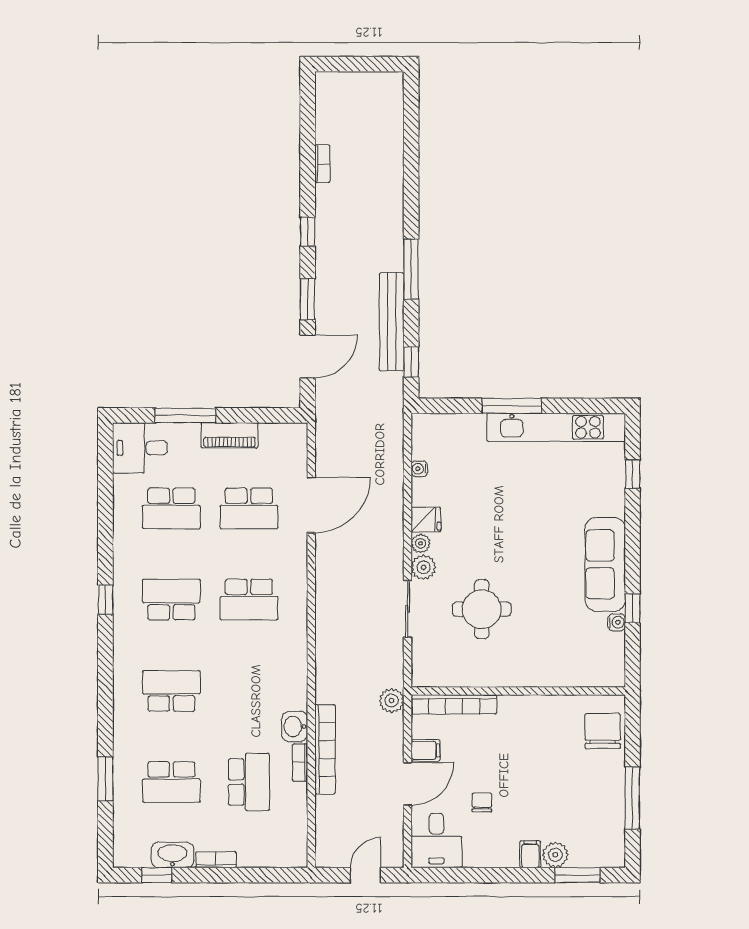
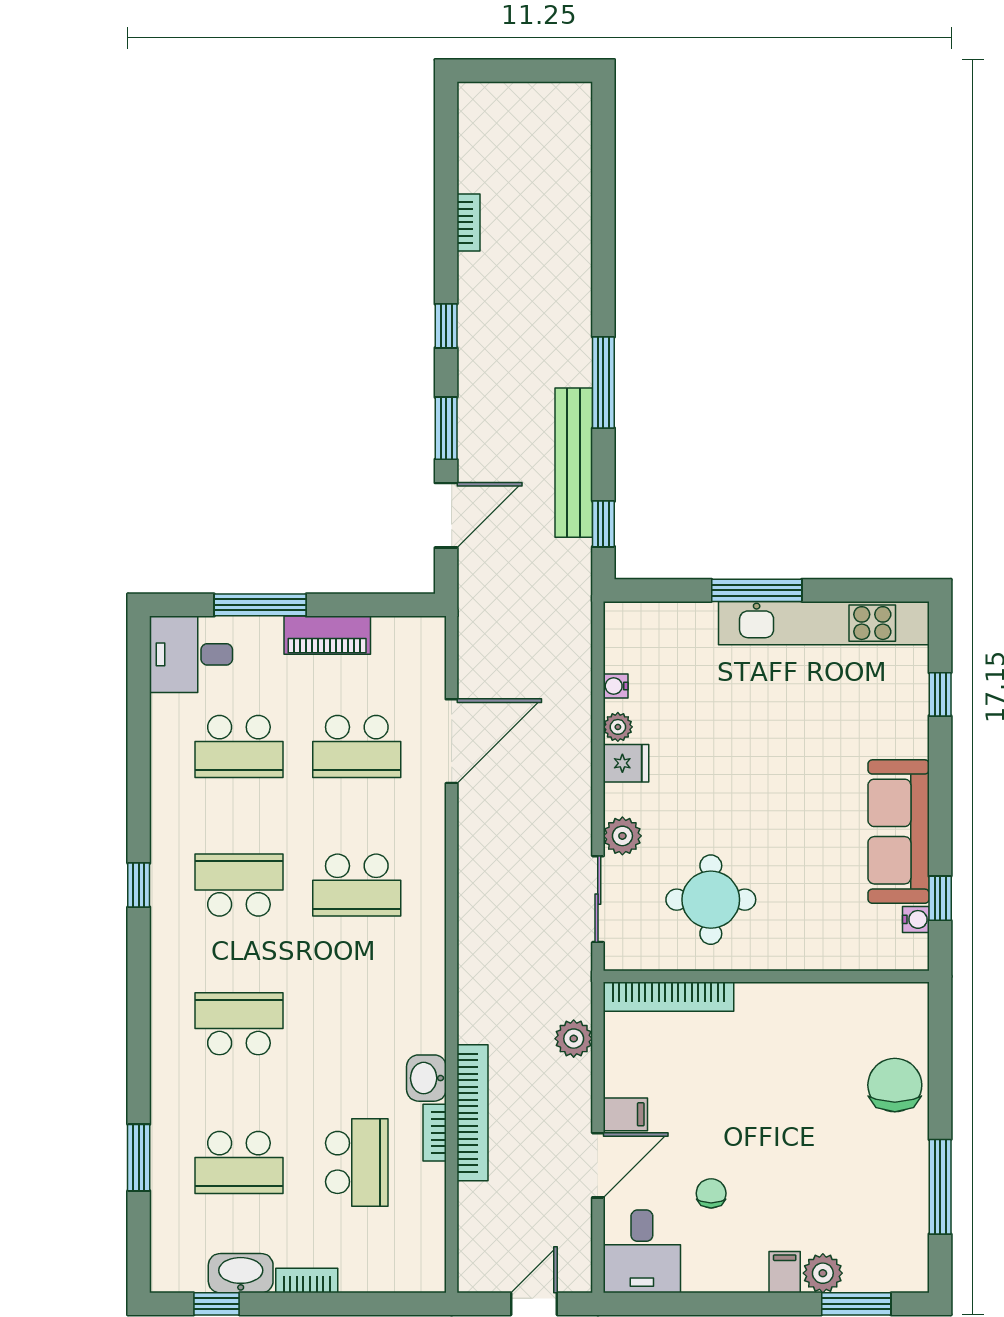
plant: (421, 543) -> (618, 727), moved
wall: (518, 691) -> (766, 976), moved
bookcase: (454, 704) -> (669, 997), moved

